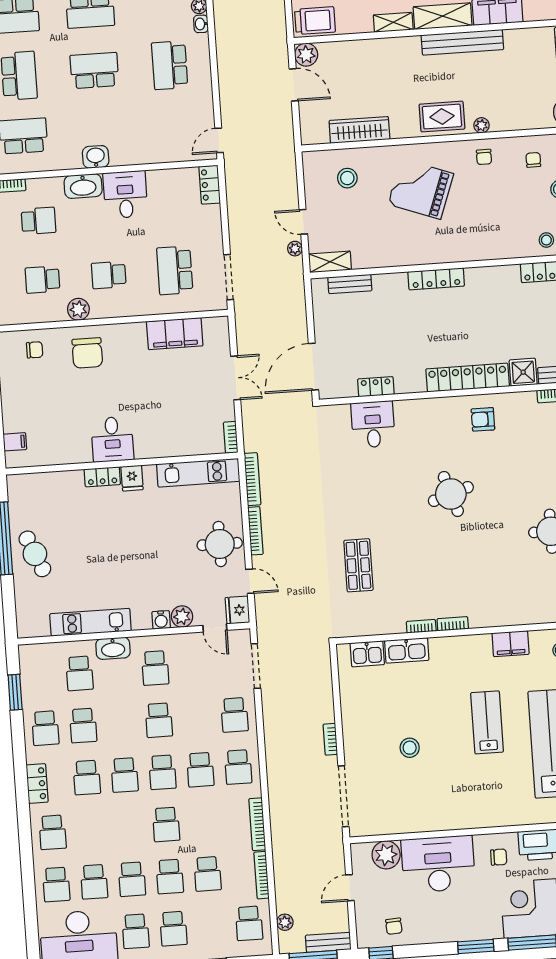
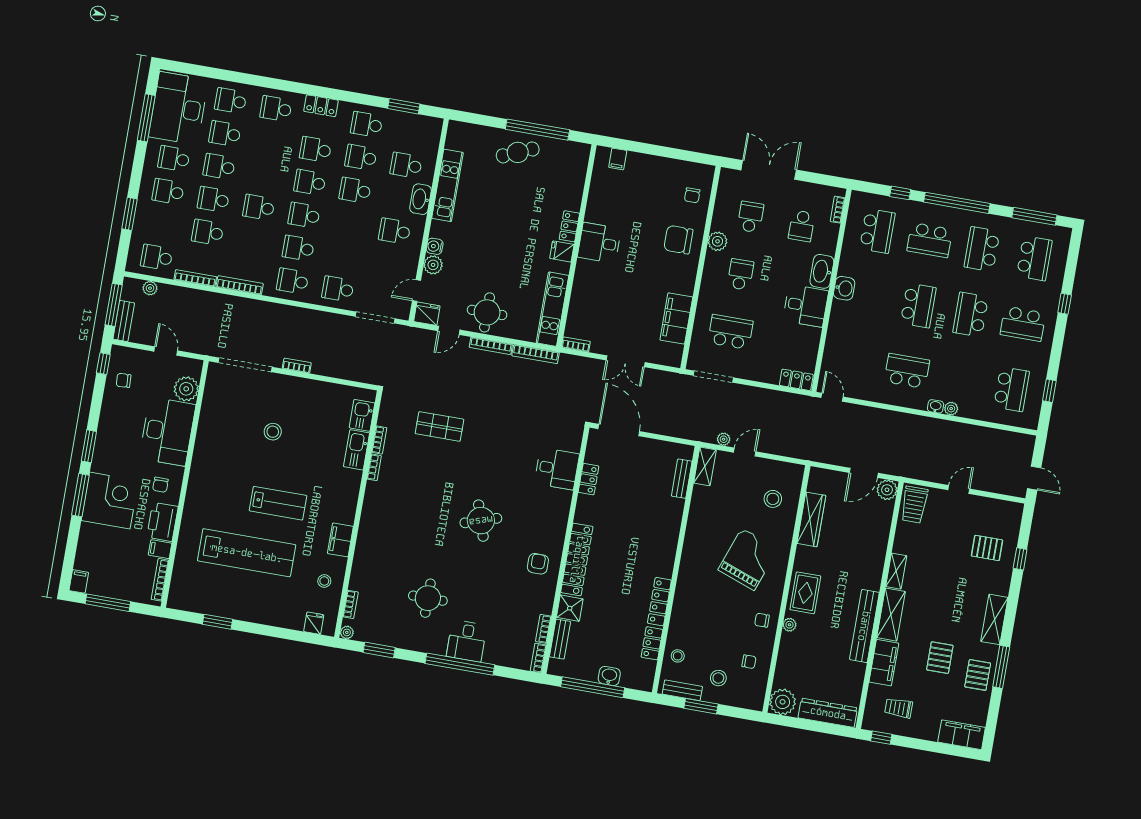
locker: (436, 279) -> (659, 602), moved
bookcase: (453, 624) -> (379, 440), moved
school desk: (159, 720) -> (355, 190), moved

